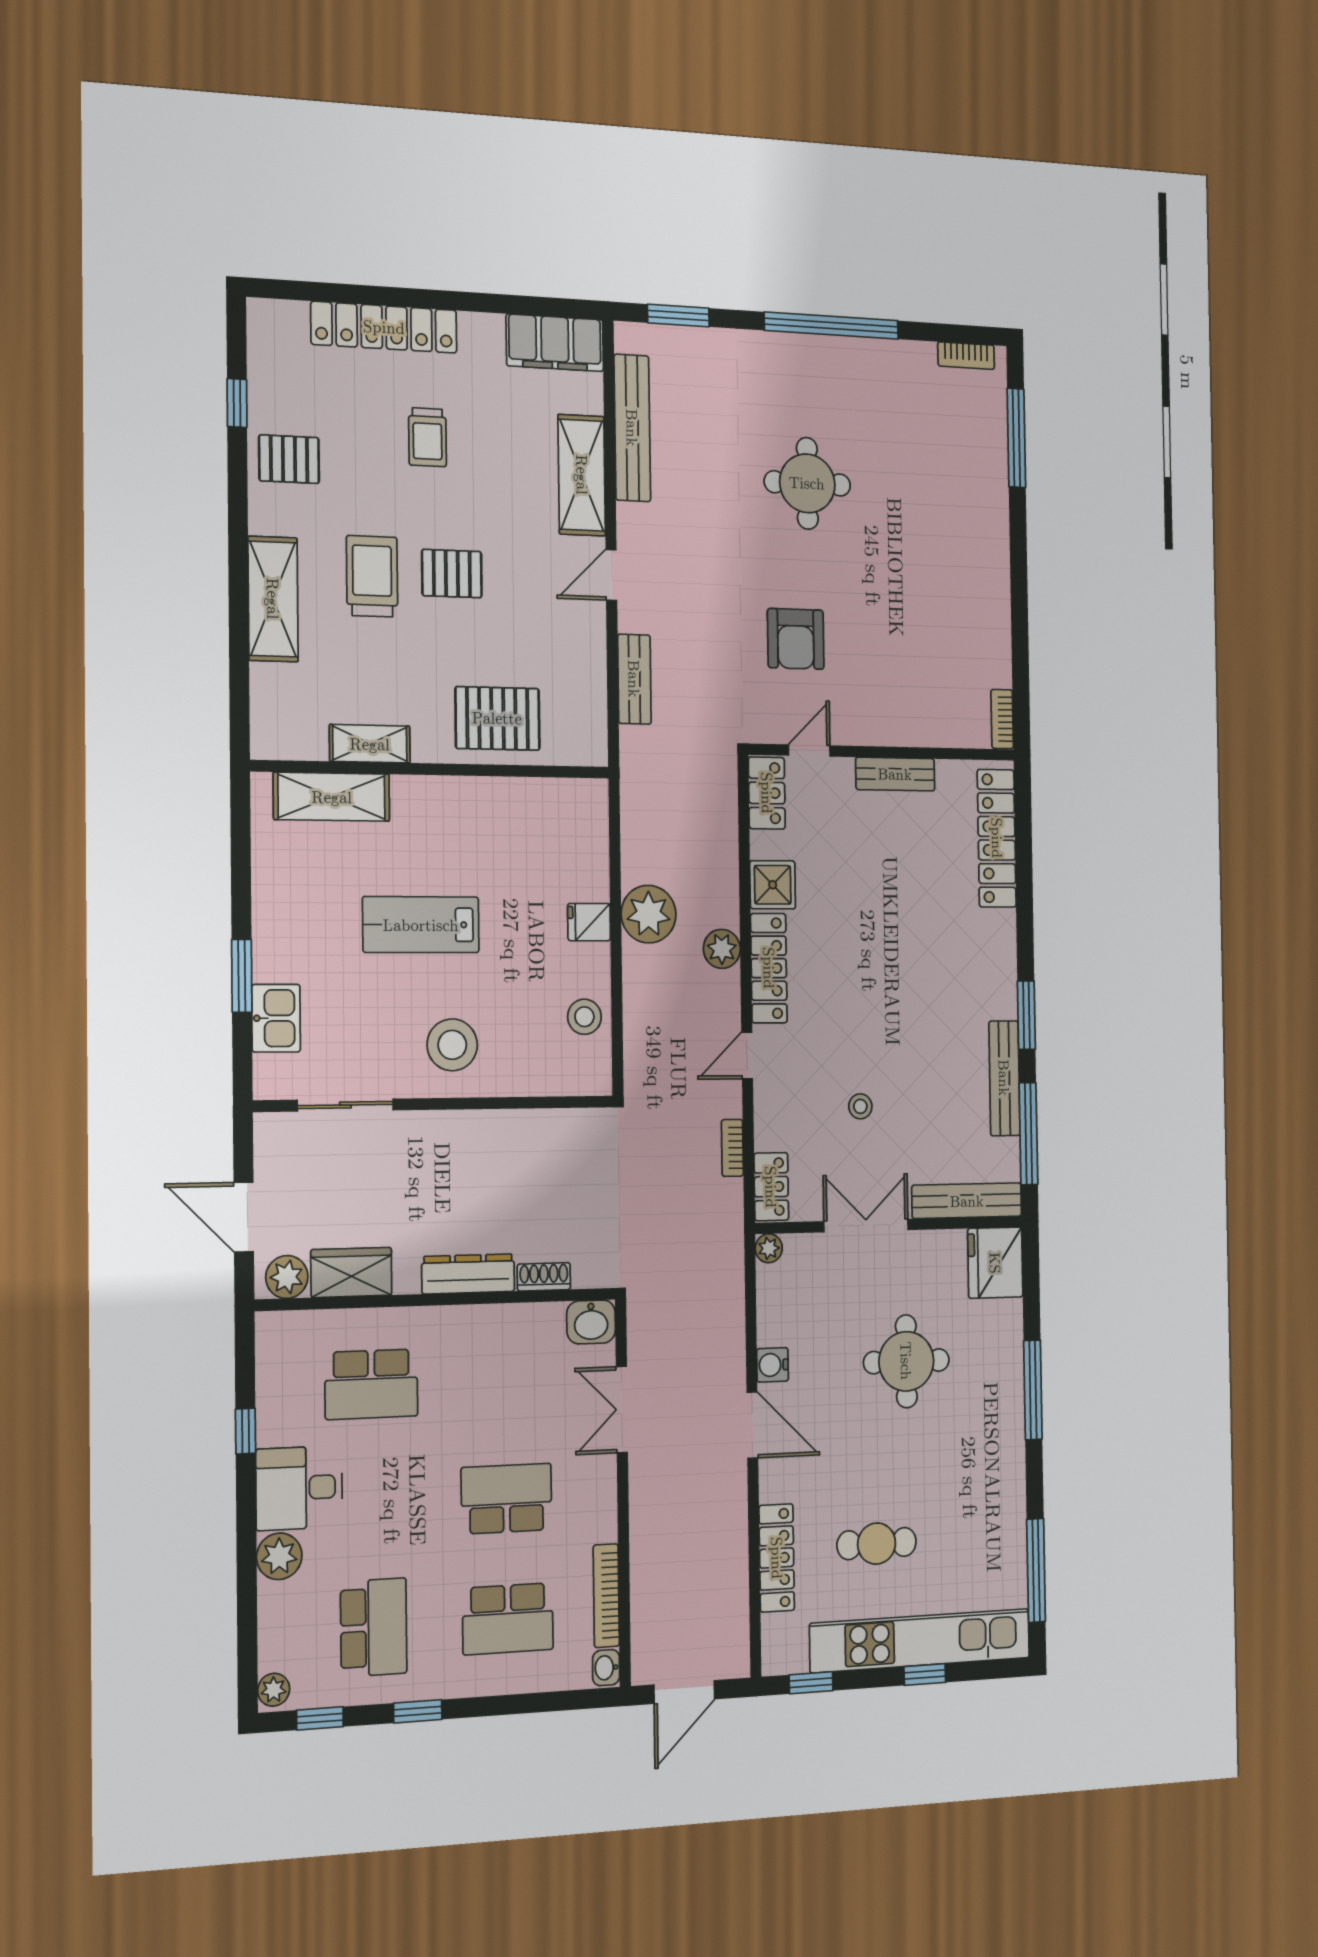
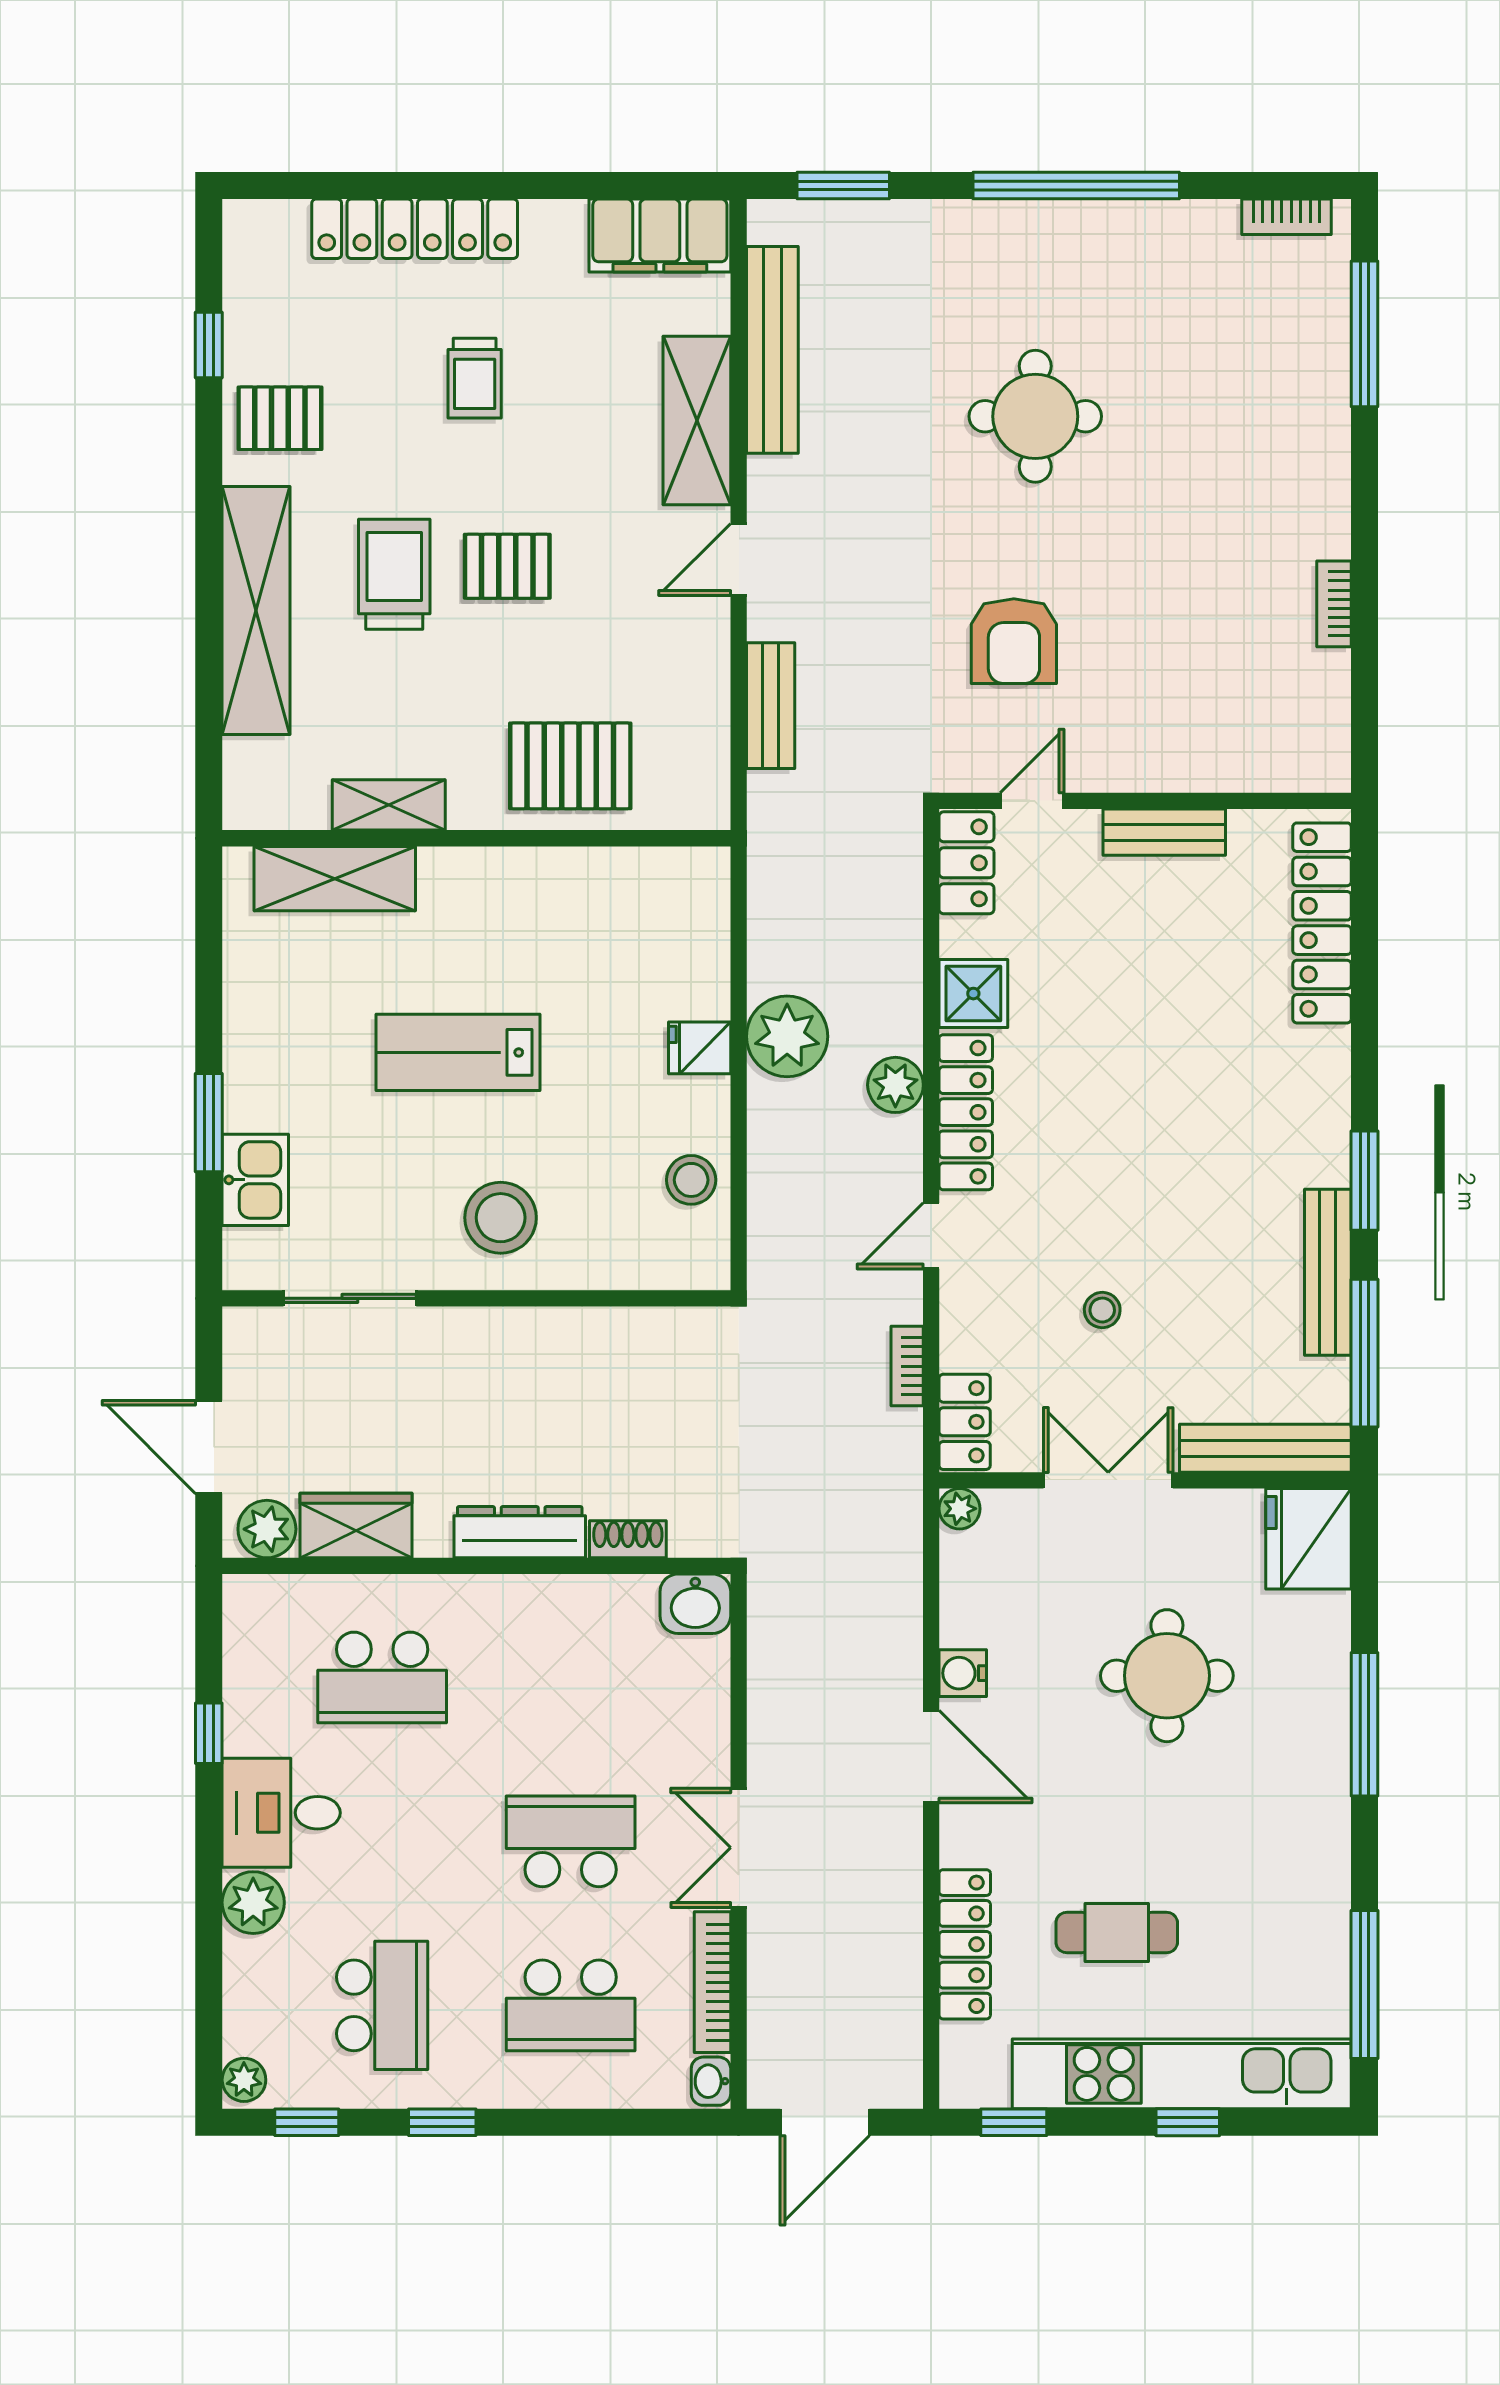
shelving: (273, 599) -> (256, 611), width x1.47
bookcase: (1002, 719) -> (1334, 604), moved
double door: (622, 1409) -> (739, 1848), moved

